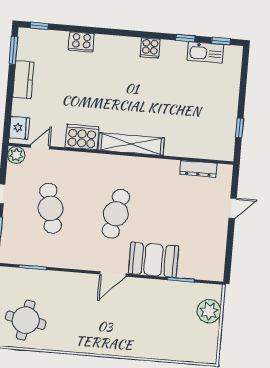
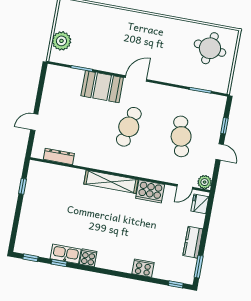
kitchen sink: (205, 52) -> (66, 254), moved

